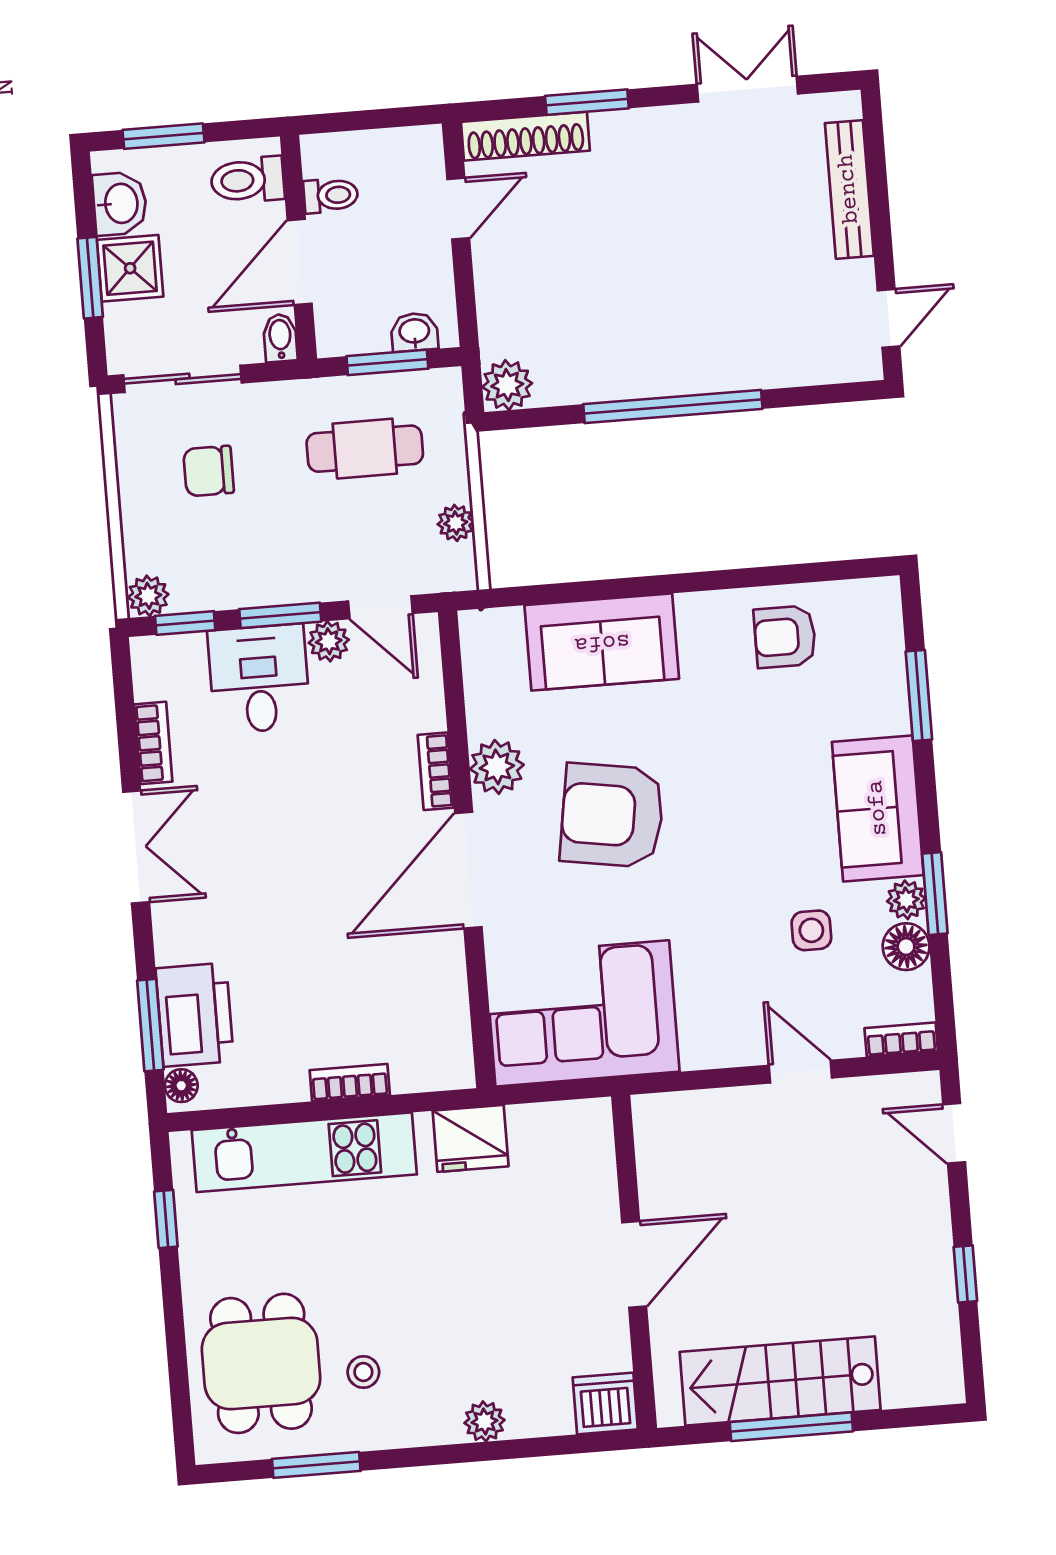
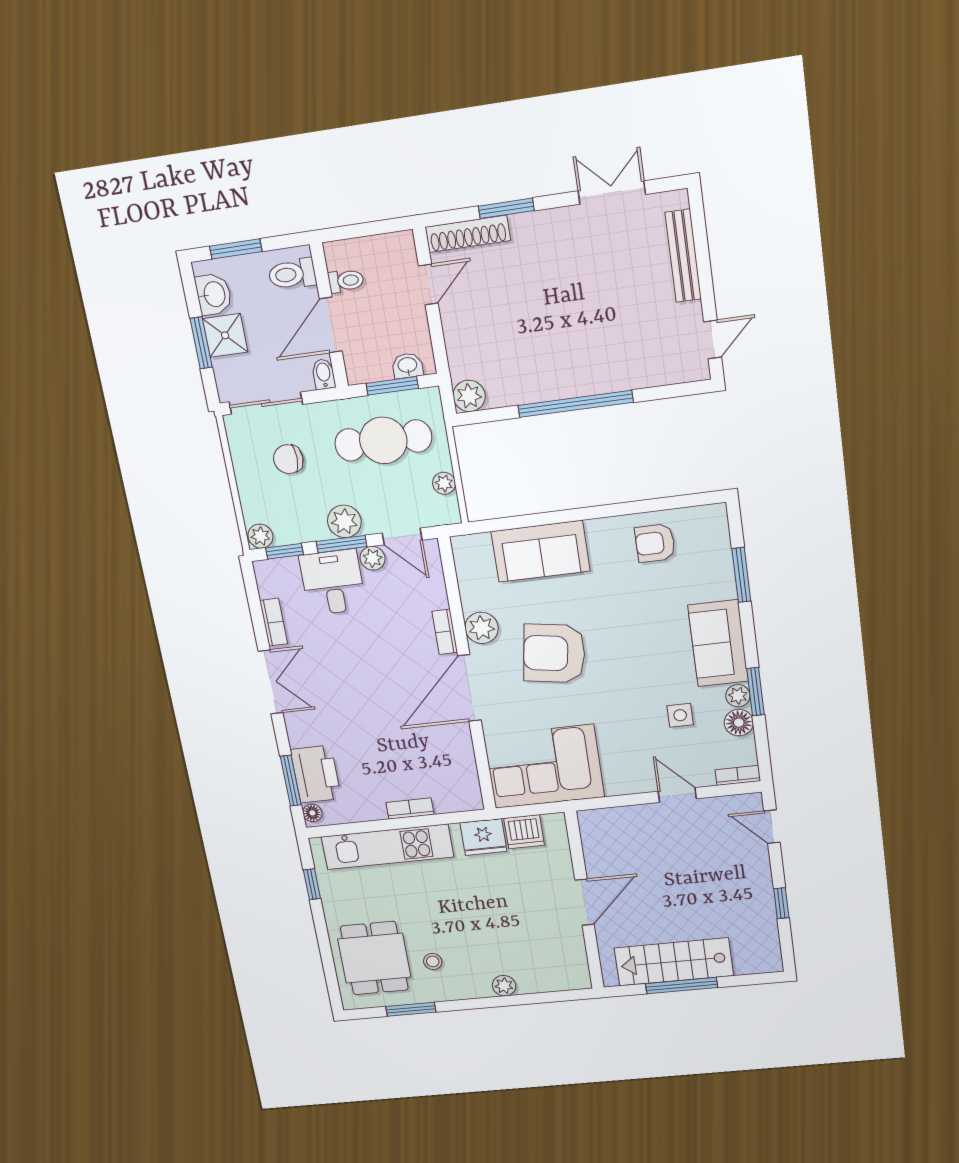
cafe table: (365, 449) -> (383, 440), width x1.37, depth x1.35
plant: (289, 578) -> (344, 521), added
dishwasher: (605, 1403) -> (524, 832), moved, turned 180

